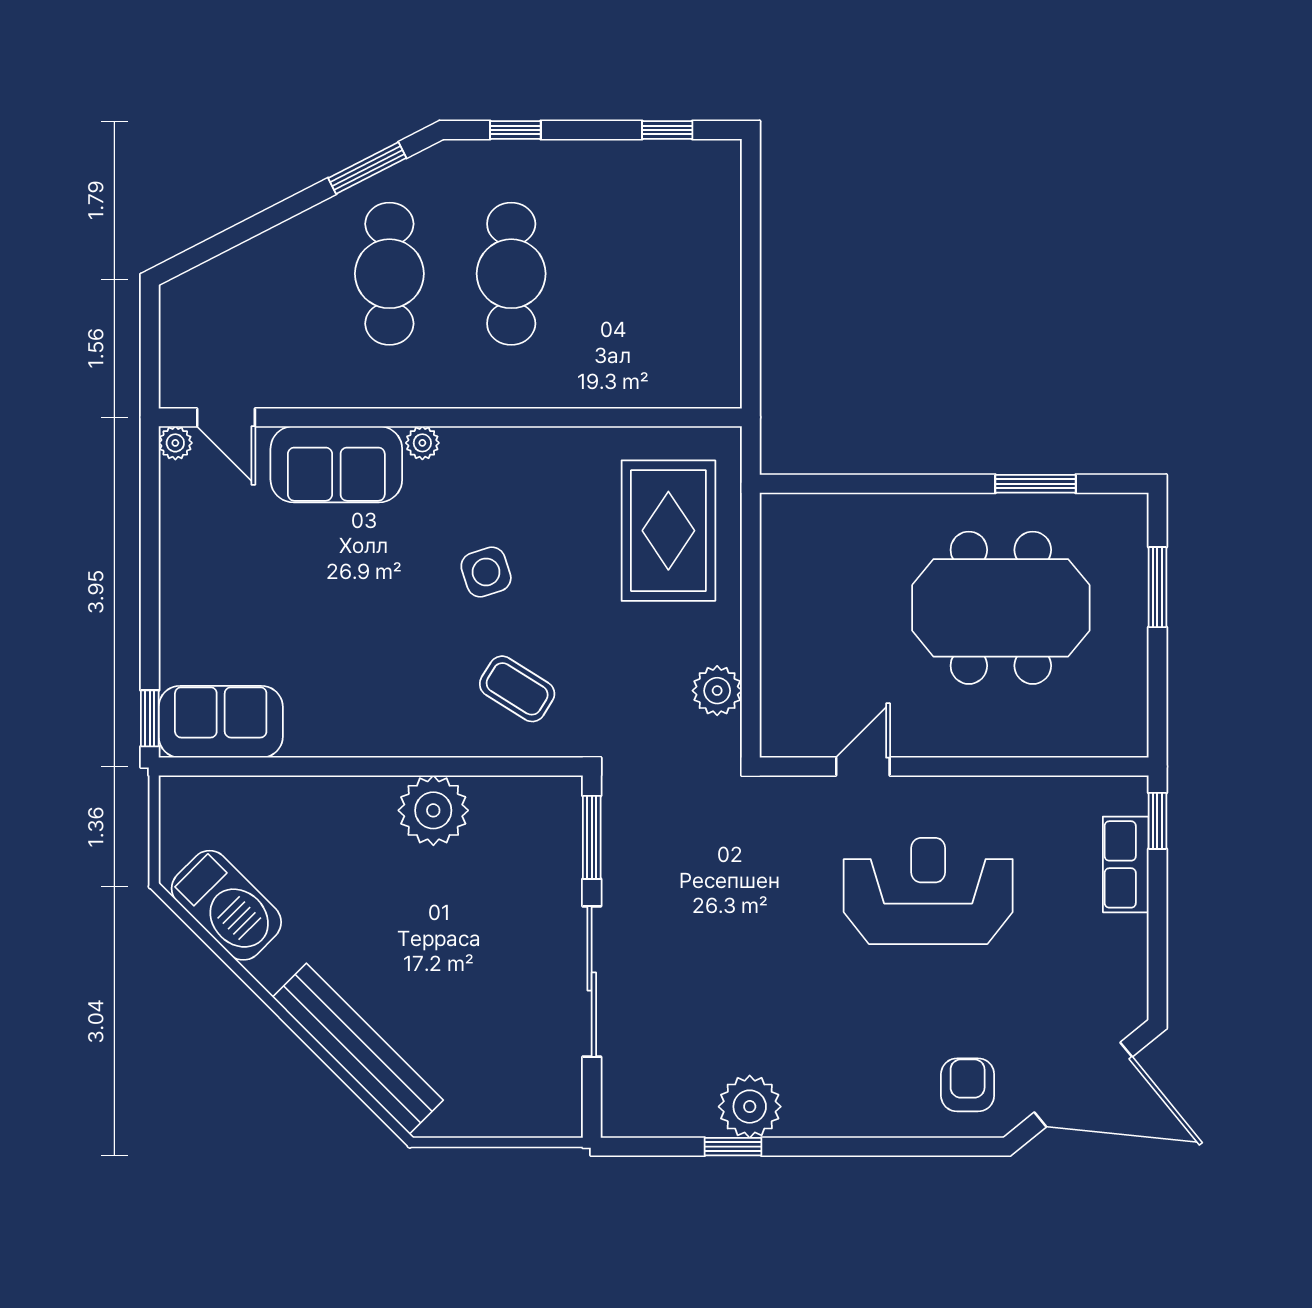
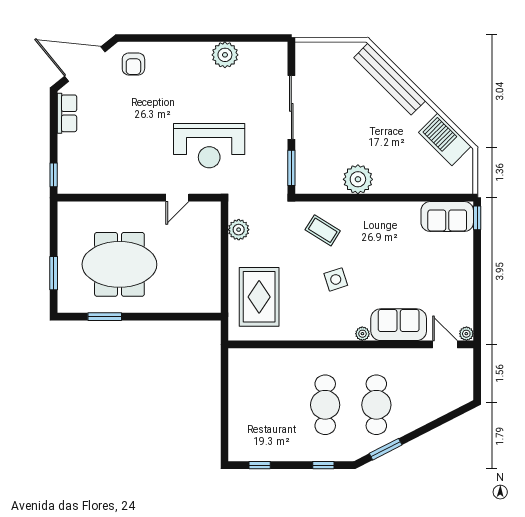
row of seats: (1126, 864) -> (67, 113), moved
reception desk: (928, 891) -> (209, 146), moved
window: (733, 1147) -> (232, 38), removed

